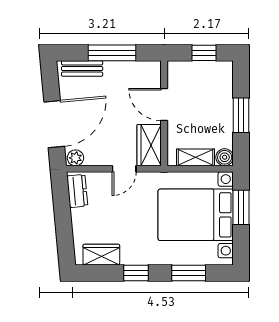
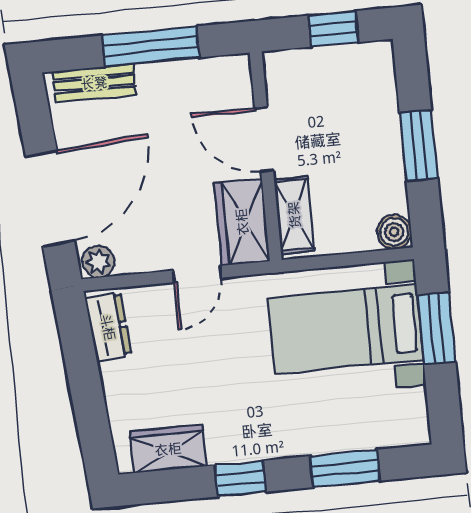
shelving: (196, 157) -> (294, 215), moved, turned 90
bed with nightstands: (196, 215) -> (346, 329), width x0.73

